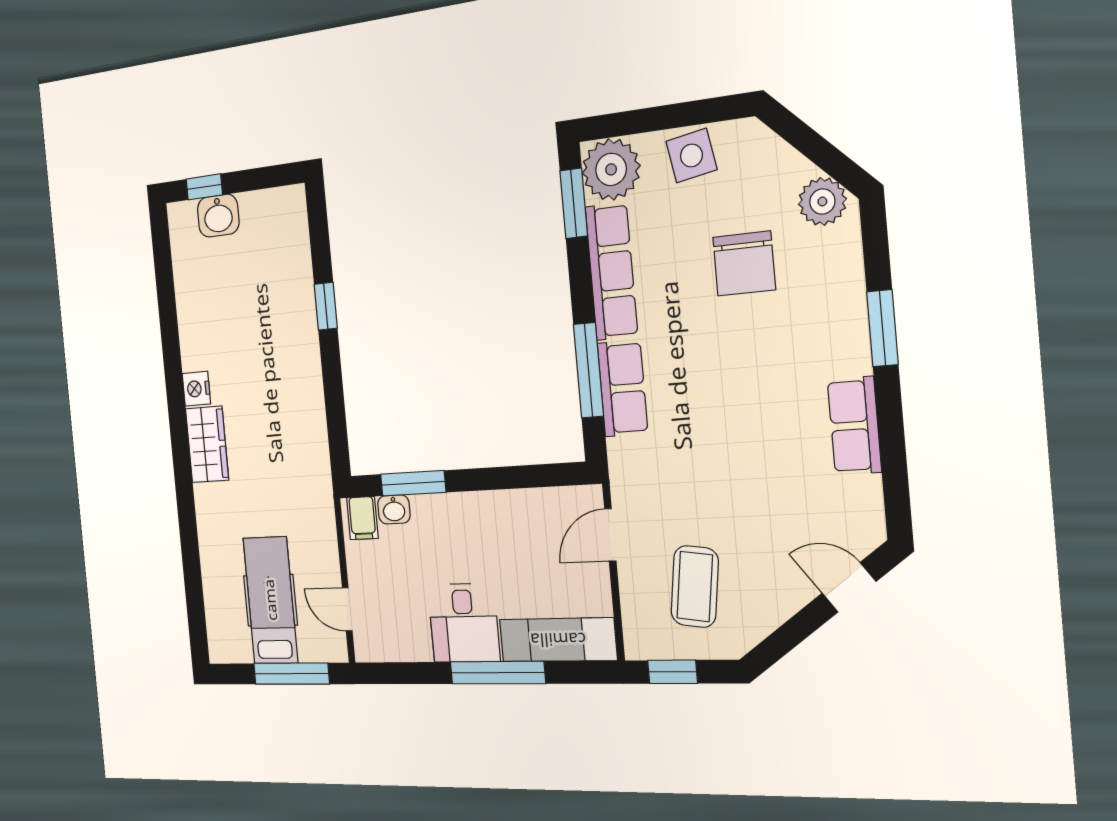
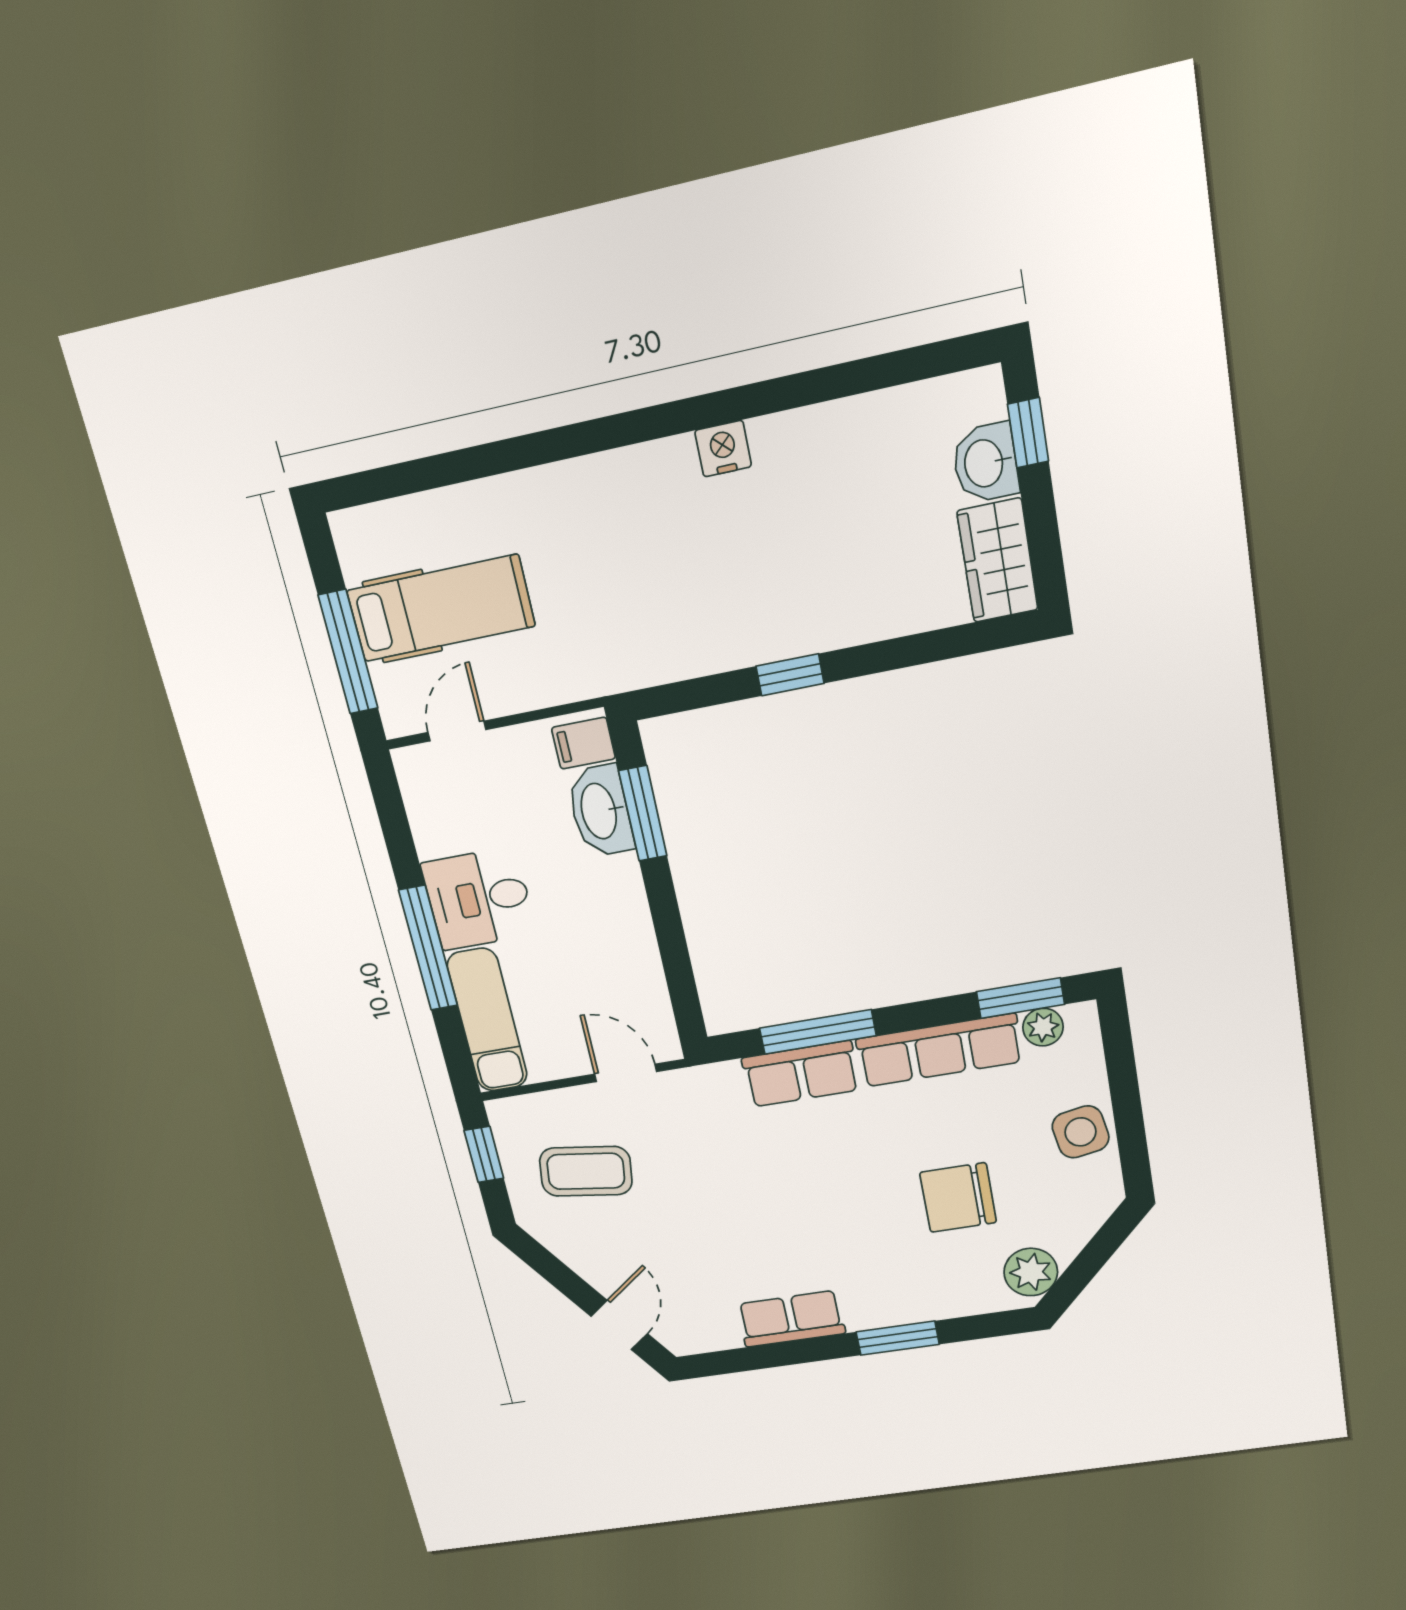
plant: (611, 169) -> (1043, 1027), width x0.53, depth x0.53
window: (326, 306) -> (790, 675), moved
wardrobe: (207, 444) -> (998, 560), moved, turned 90
washbasin: (394, 509) -> (600, 811), width x1.91, depth x1.45

